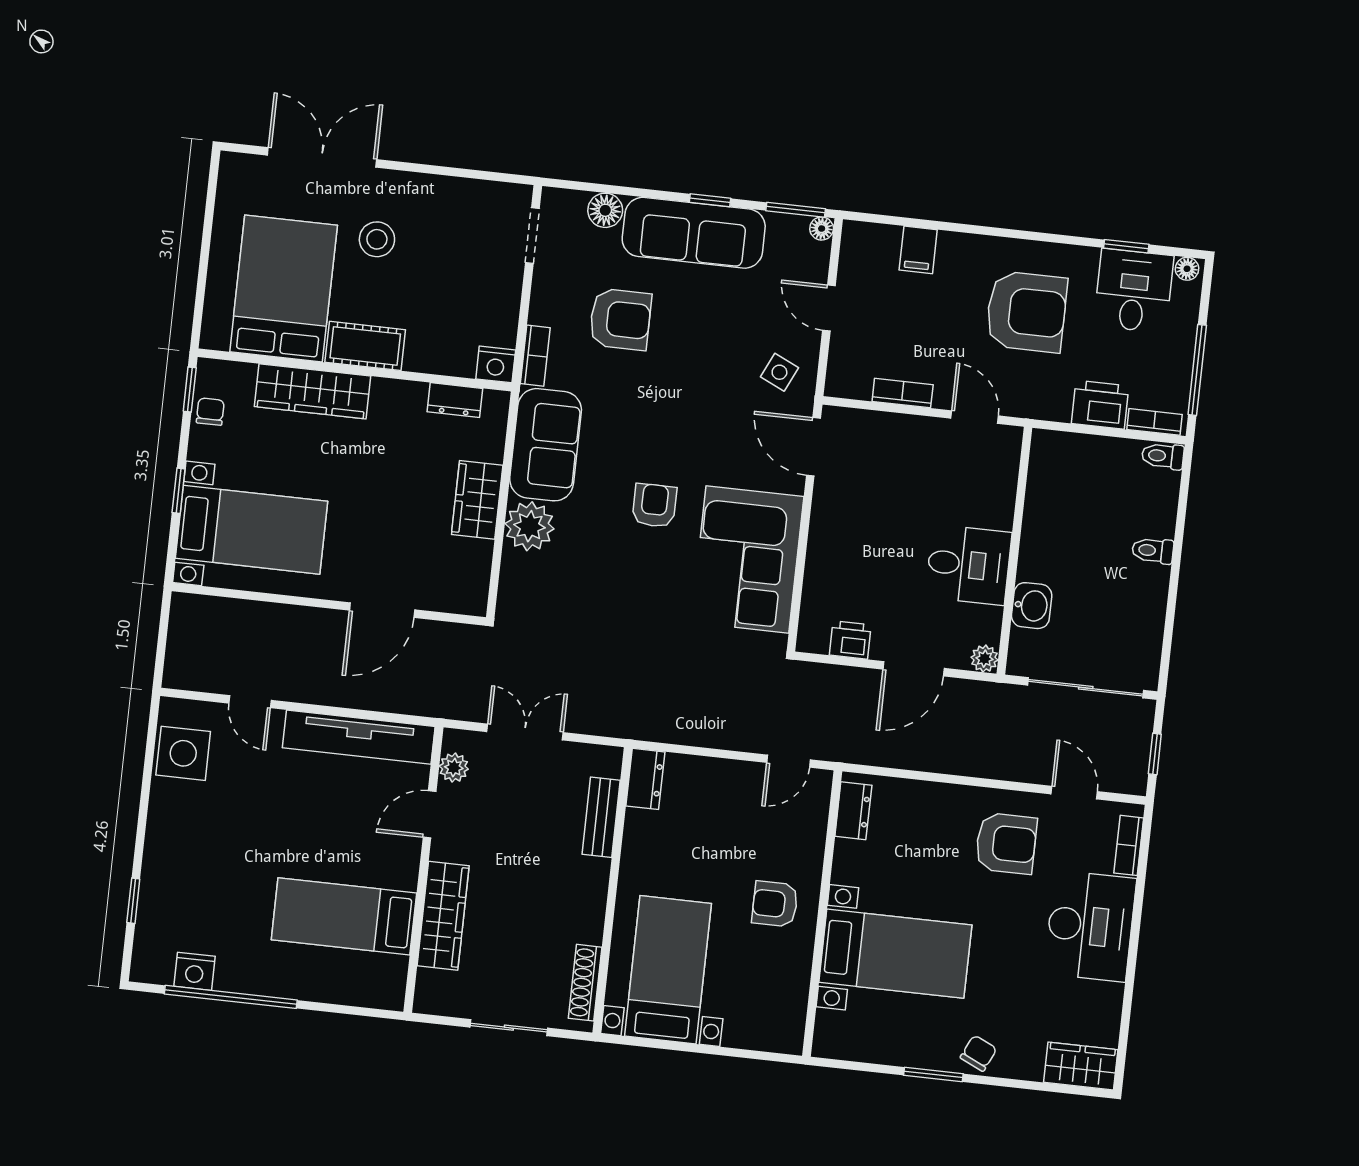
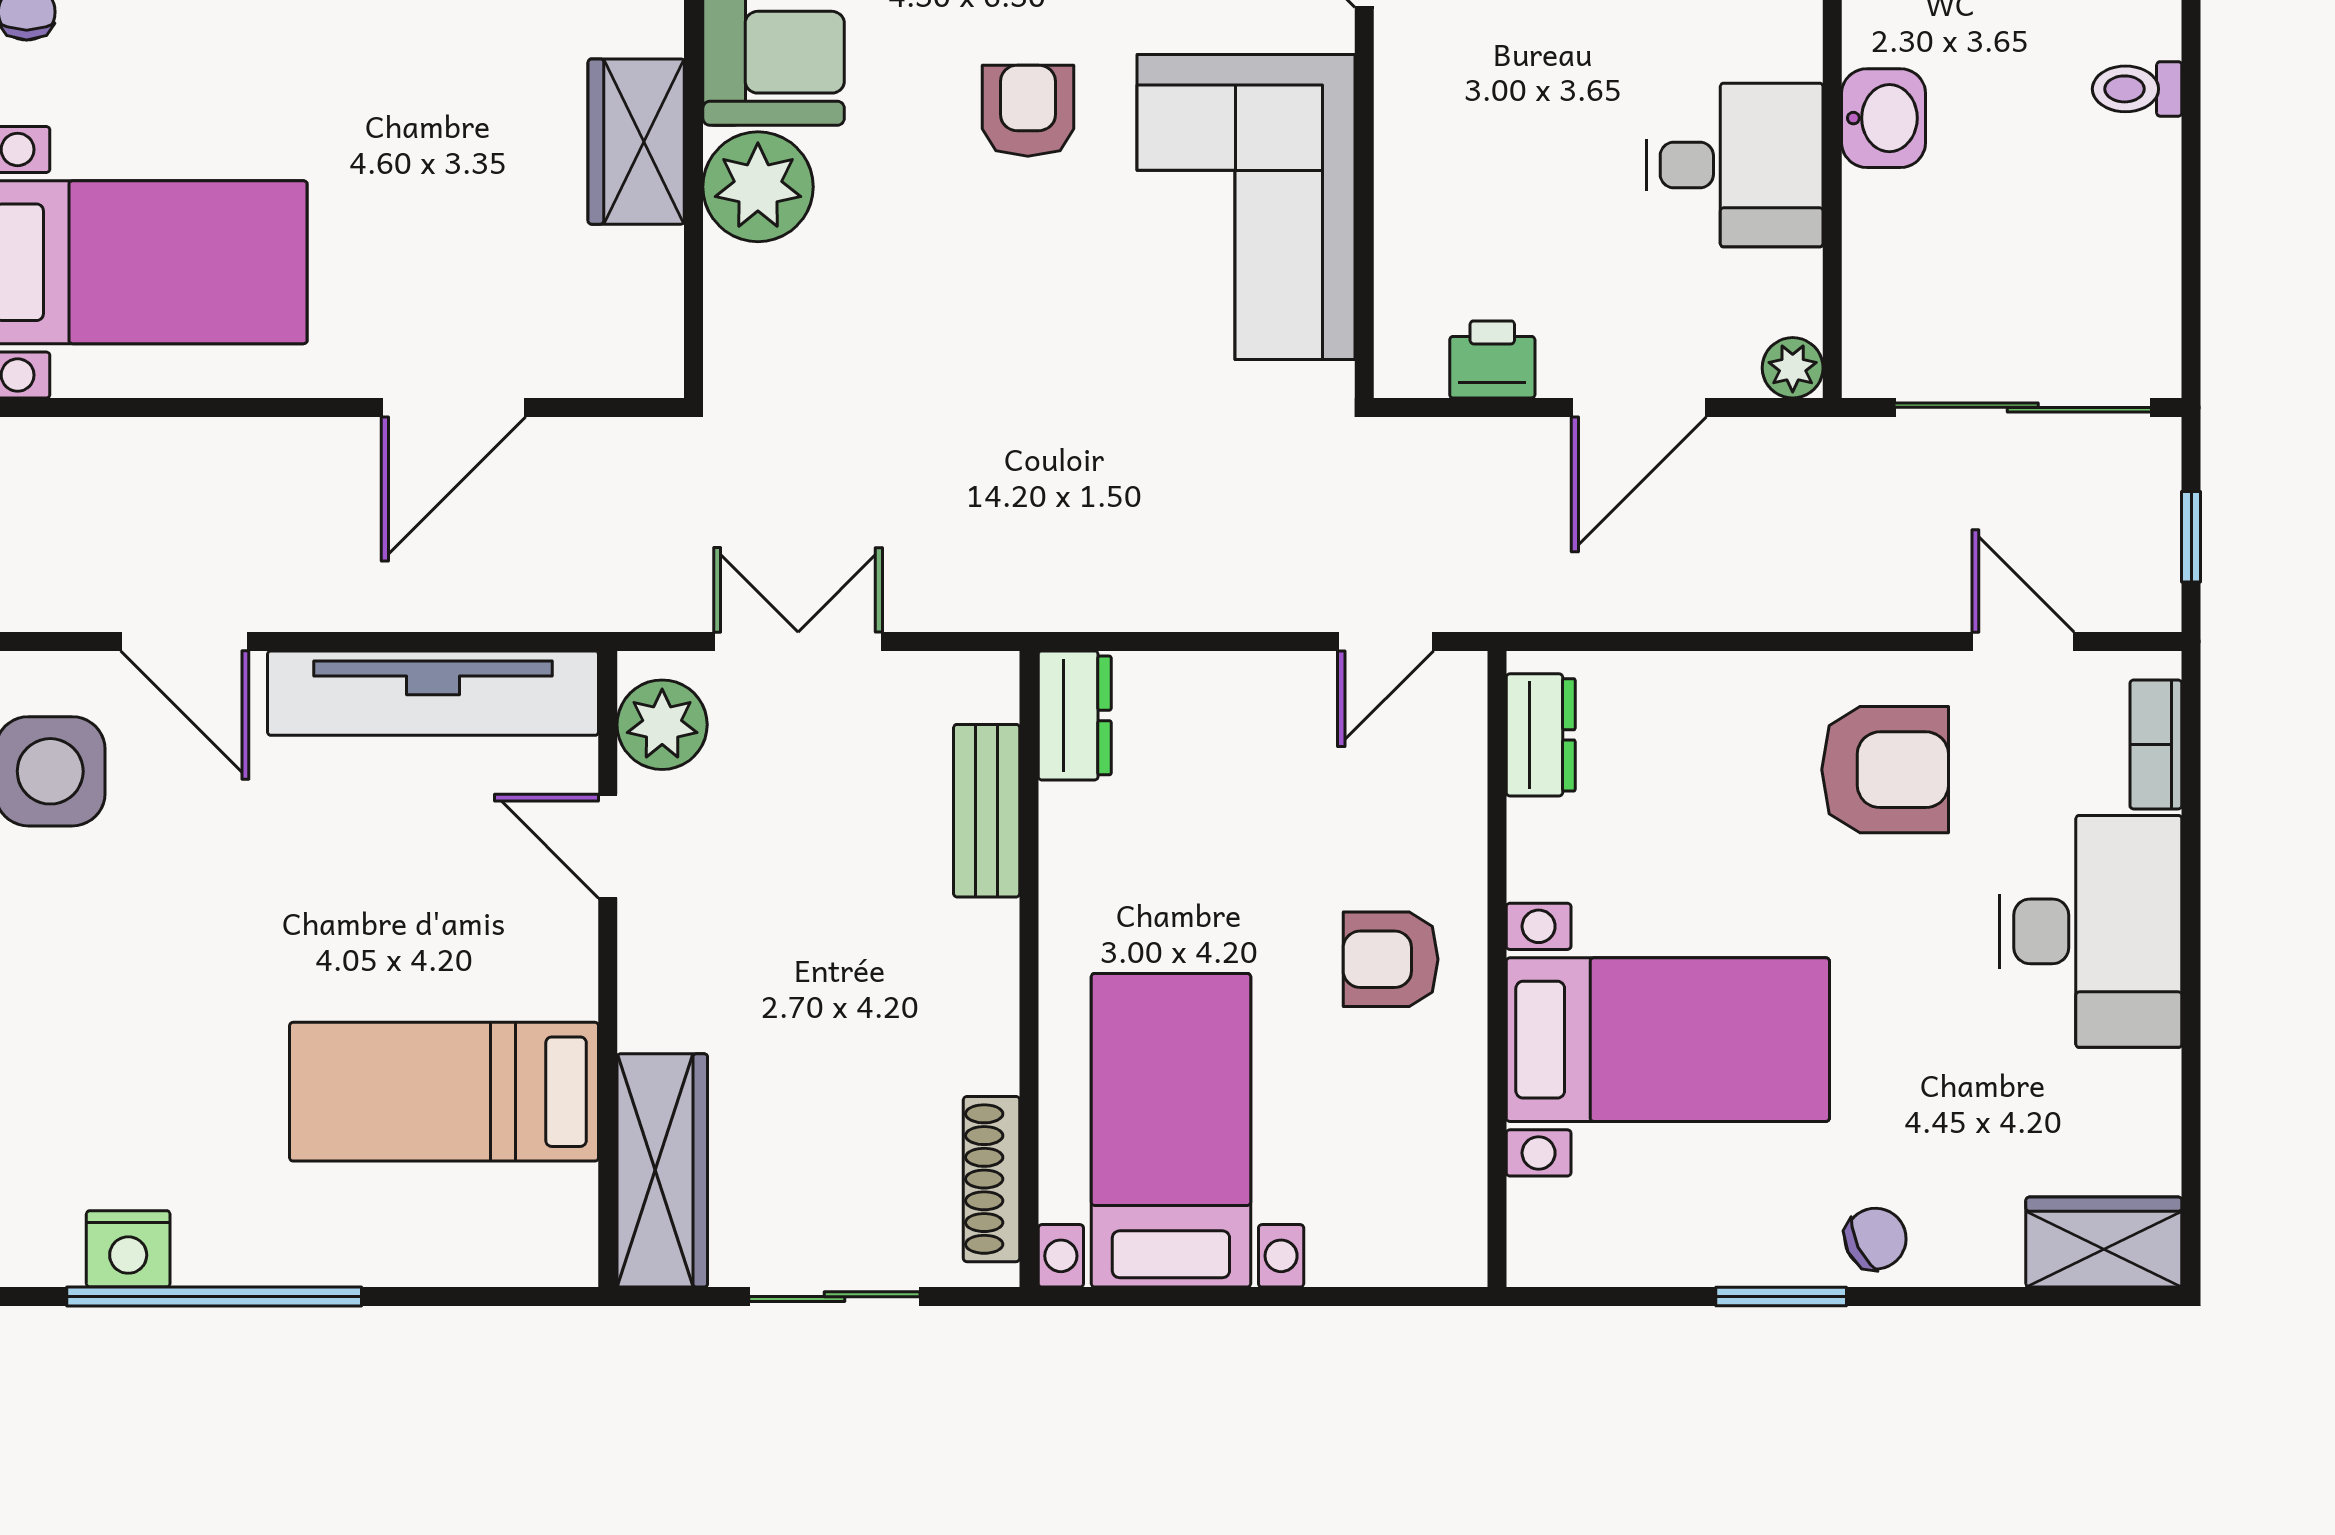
washbasin: (1032, 606) -> (1884, 118), moved
door: (250, 702) -> (185, 641), width x1.38
plant: (454, 768) -> (662, 725), width x1.38, depth x1.38
door: (430, 814) -> (608, 846), hinge flipped
wardrobe: (443, 916) -> (662, 1170), moved
chair: (979, 1053) -> (1875, 1239), turned 39

